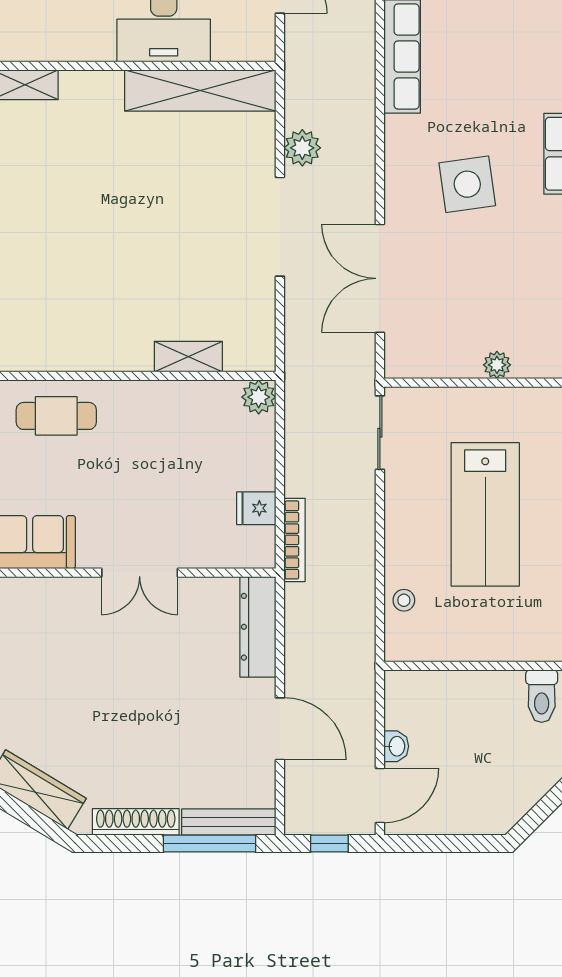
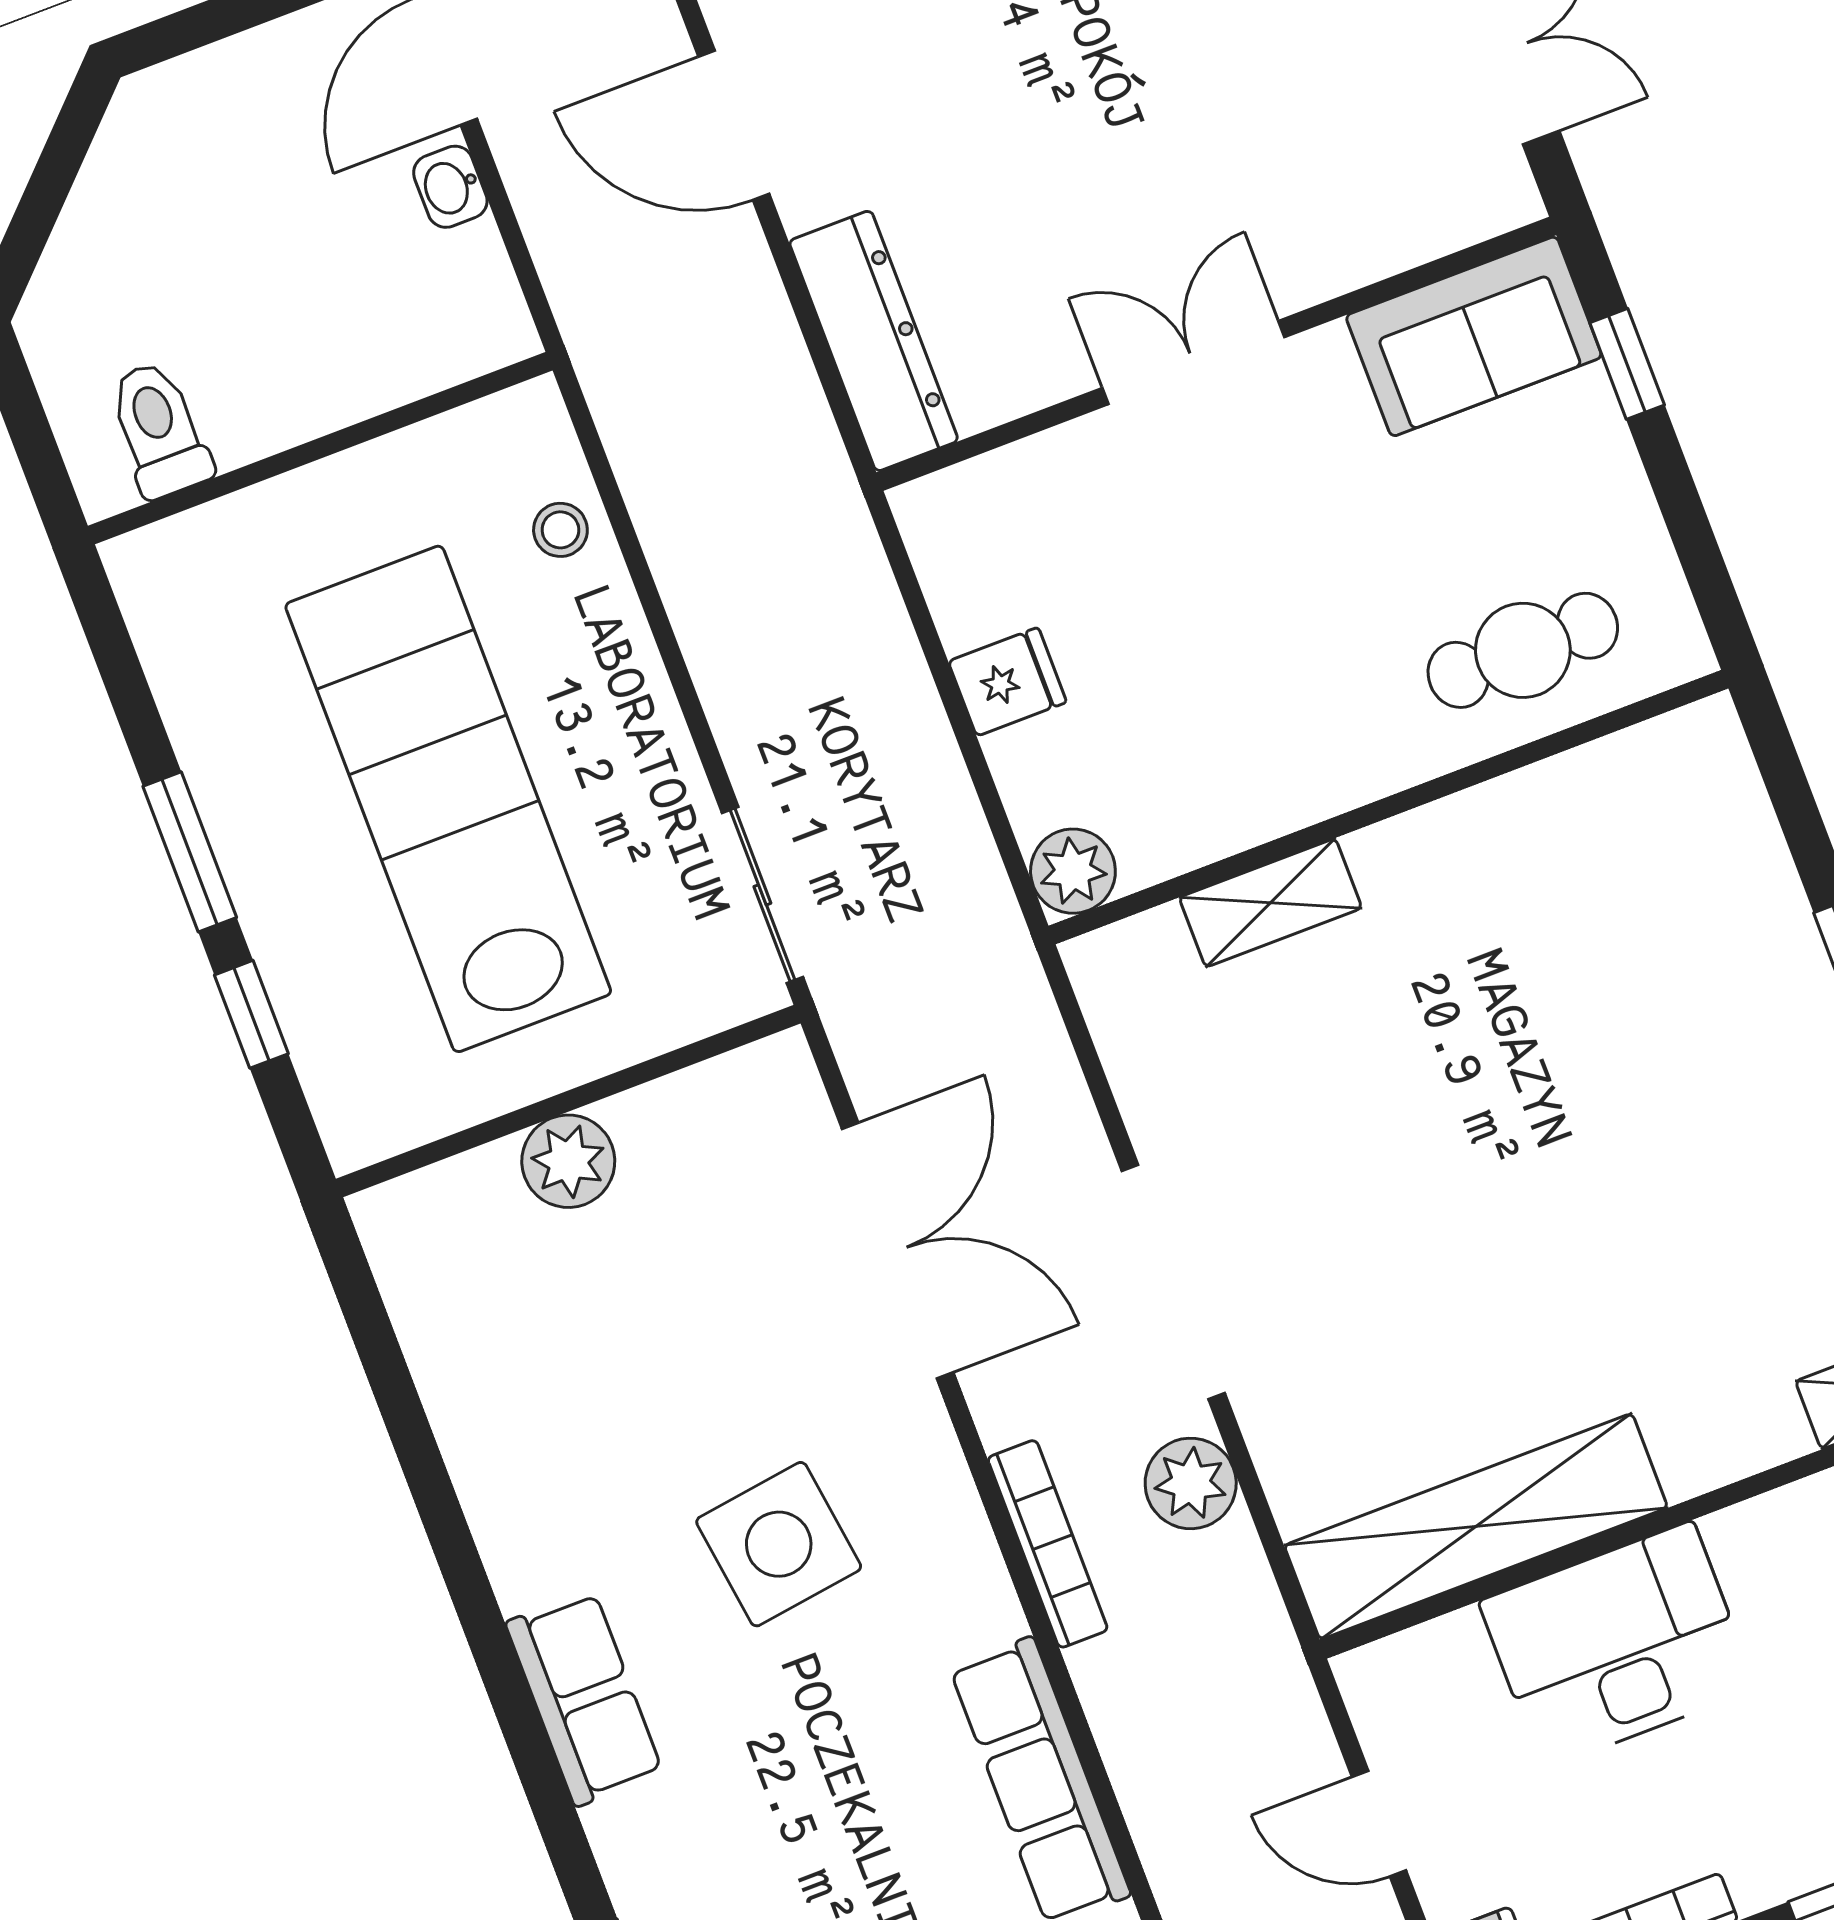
plant: (497, 365) -> (568, 1161), width x1.38, depth x1.38
fridge: (256, 508) -> (1007, 682), moved
lab bench: (485, 514) -> (448, 799), width x1.36
bookcase: (294, 540) -> (1048, 1544), moved, turned 180

